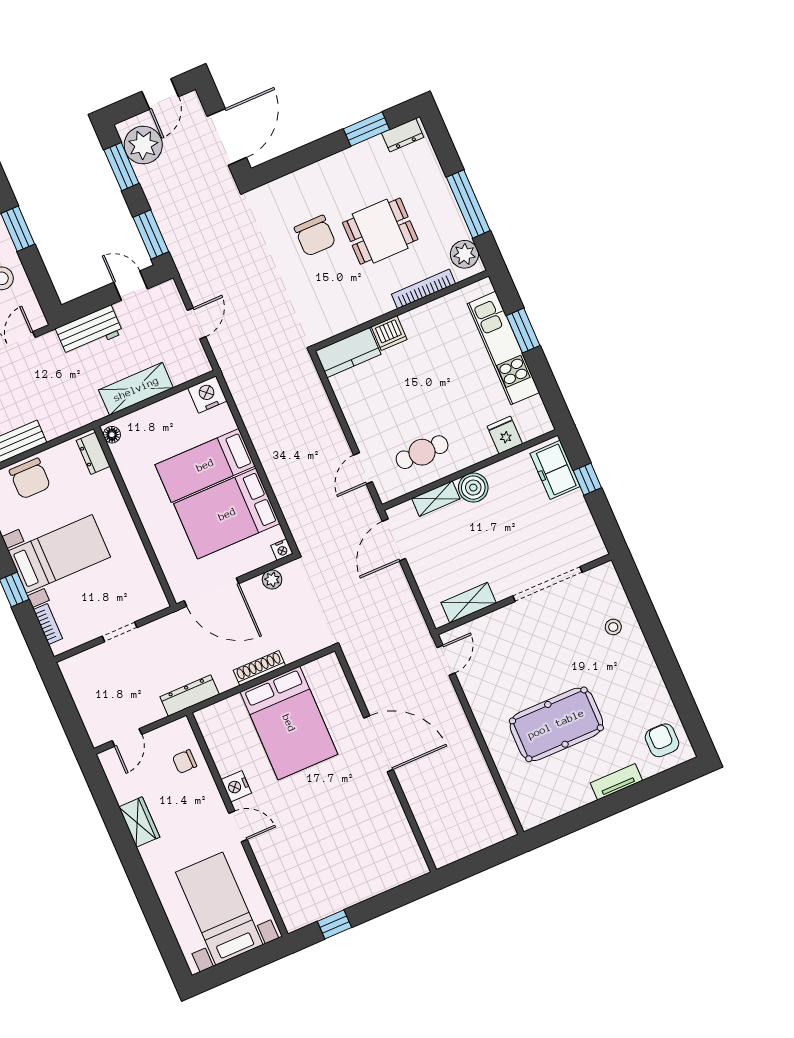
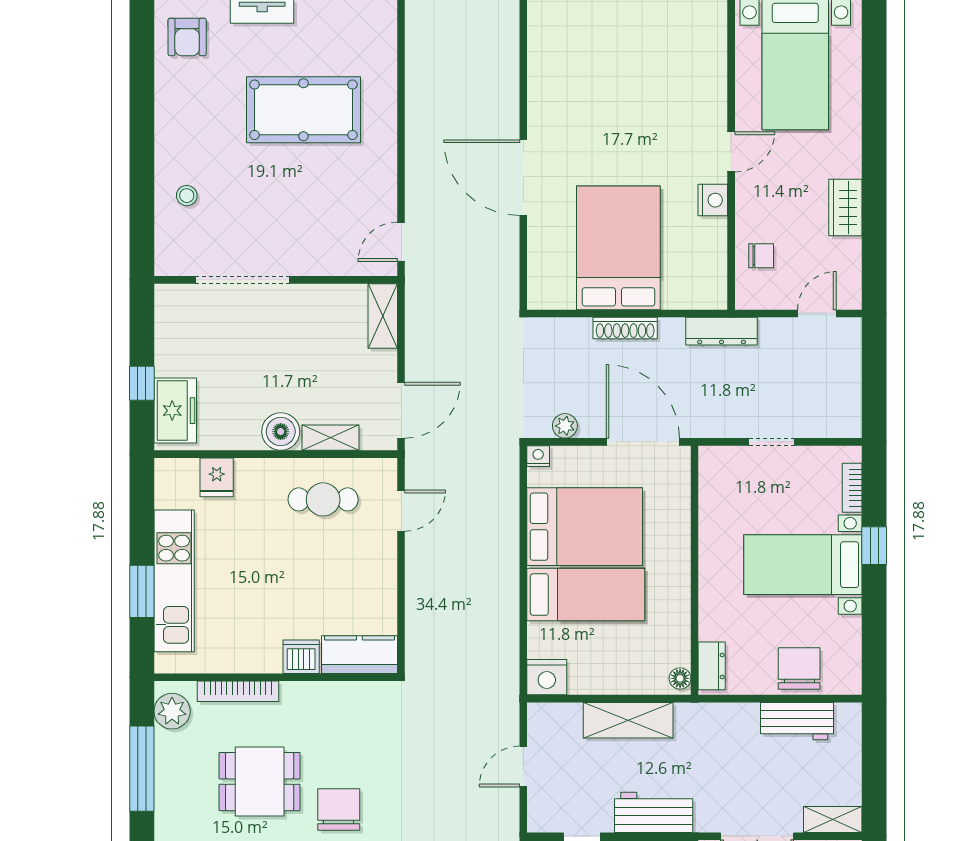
shelving: (469, 603) -> (383, 316), moved, turned 90
door: (238, 826) -> (731, 152), swing flipped

